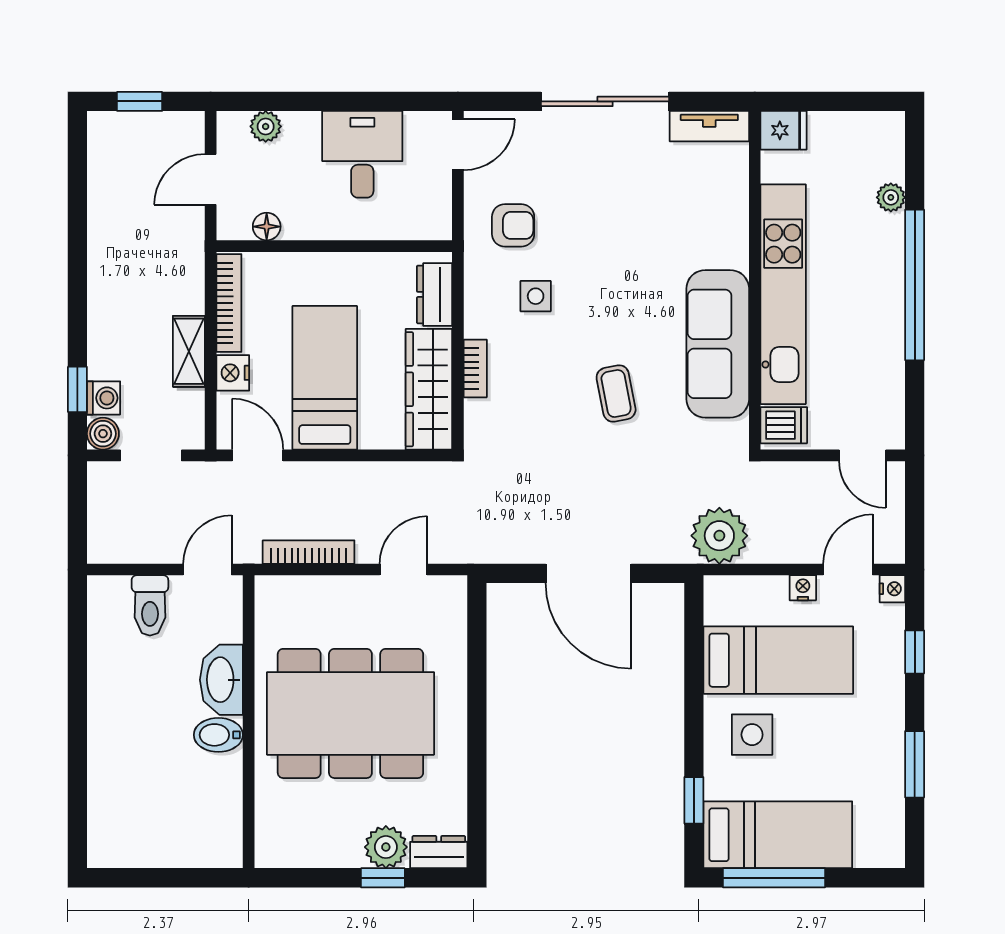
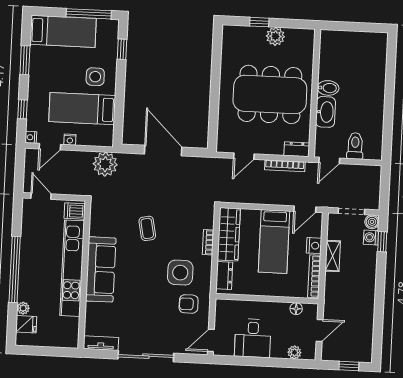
fridge: (784, 130) -> (26, 324), moved, turned 180
side table: (536, 296) -> (180, 273), width x1.87, depth x1.87
sofa: (718, 344) -> (101, 269), moved
door: (258, 455) -> (305, 209), hinge flipped
bed: (778, 835) -> (63, 31), moved, turned 180
plant: (386, 847) -> (275, 36), moved
dresser: (439, 852) -> (297, 149), moved, turned 180

